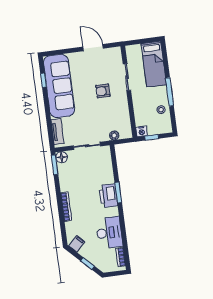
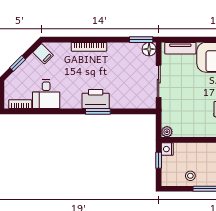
plant: (114, 135) -> (167, 132), moved
desk: (109, 233) -> (46, 94), width x0.73

